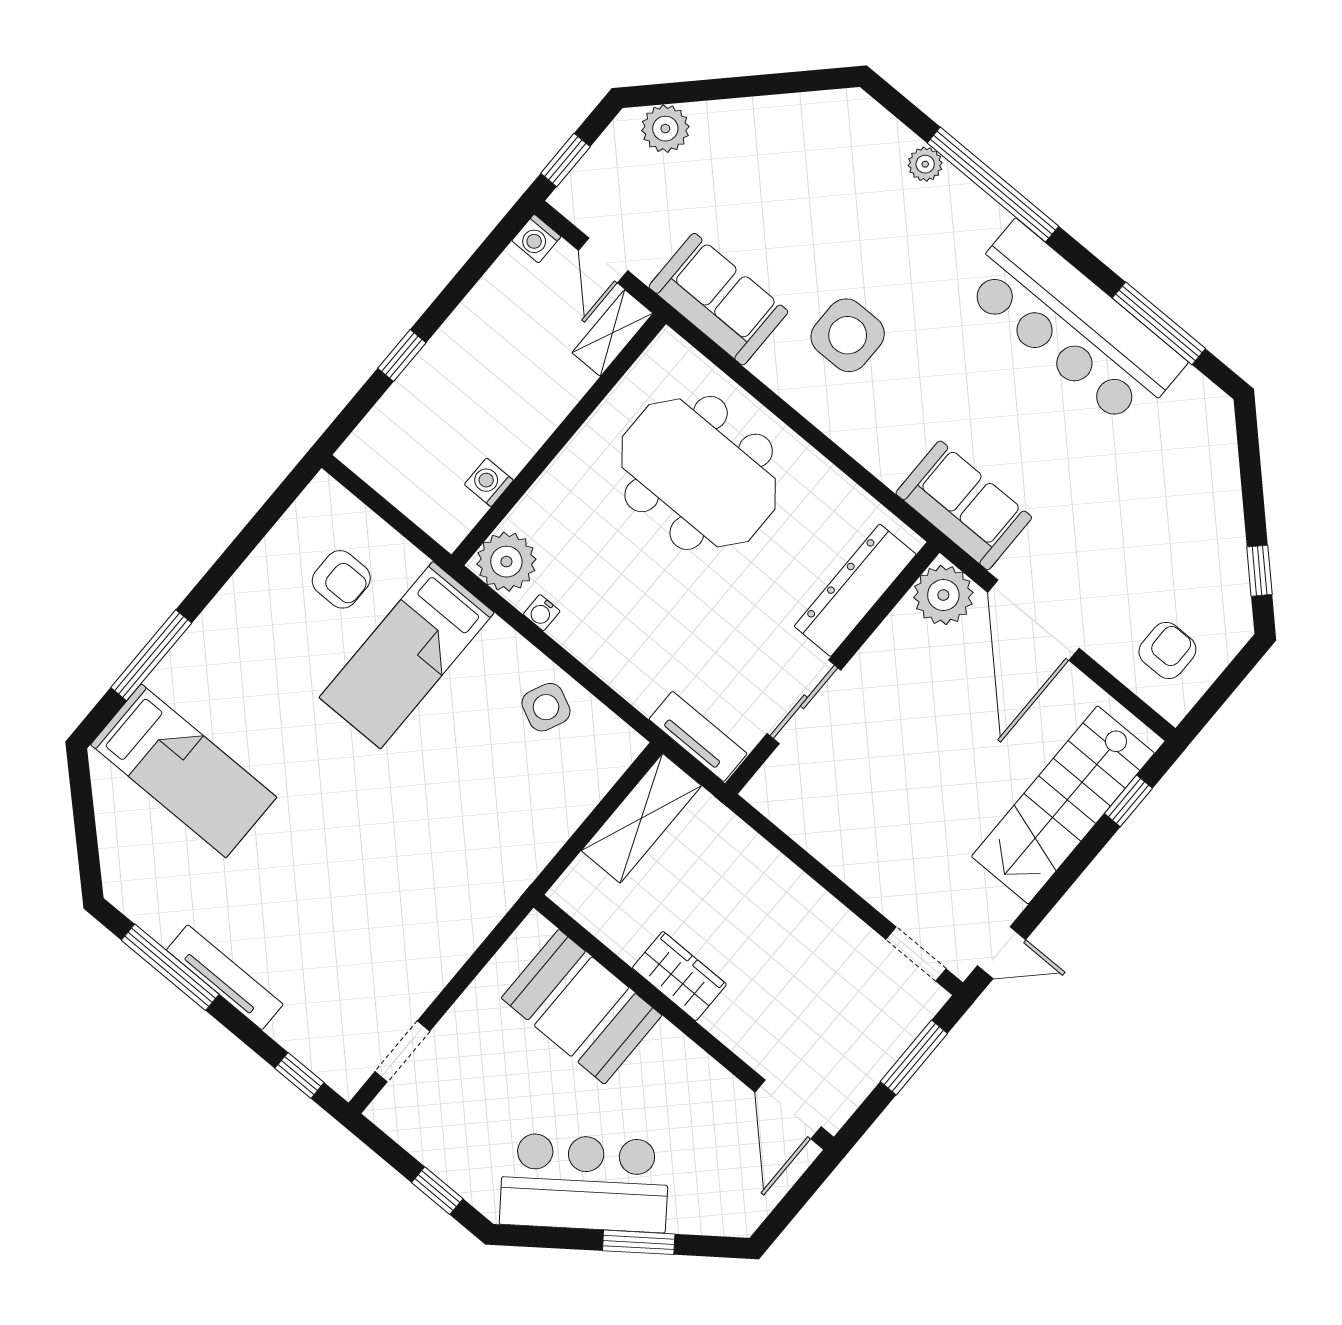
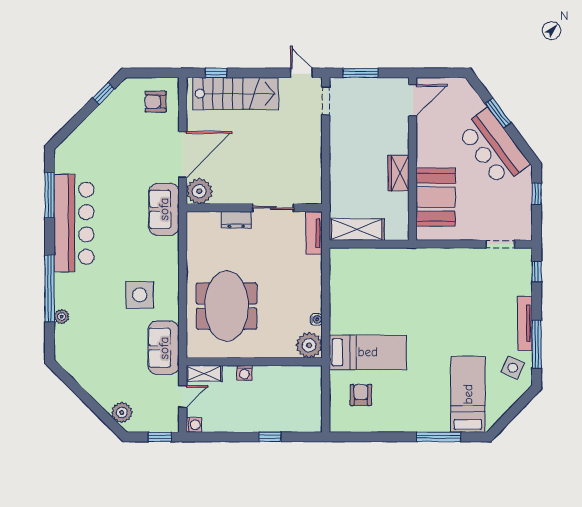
washing machine: (489, 482) -> (244, 373), moved
dresser: (855, 590) -> (236, 220), width x0.51, depth x0.80
side table: (546, 707) -> (513, 368), moved

